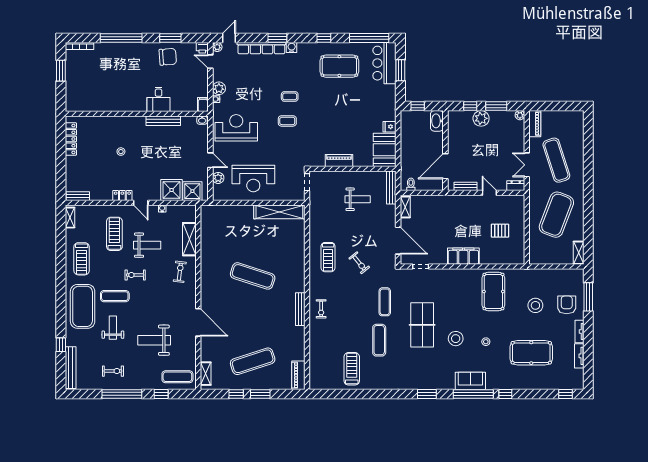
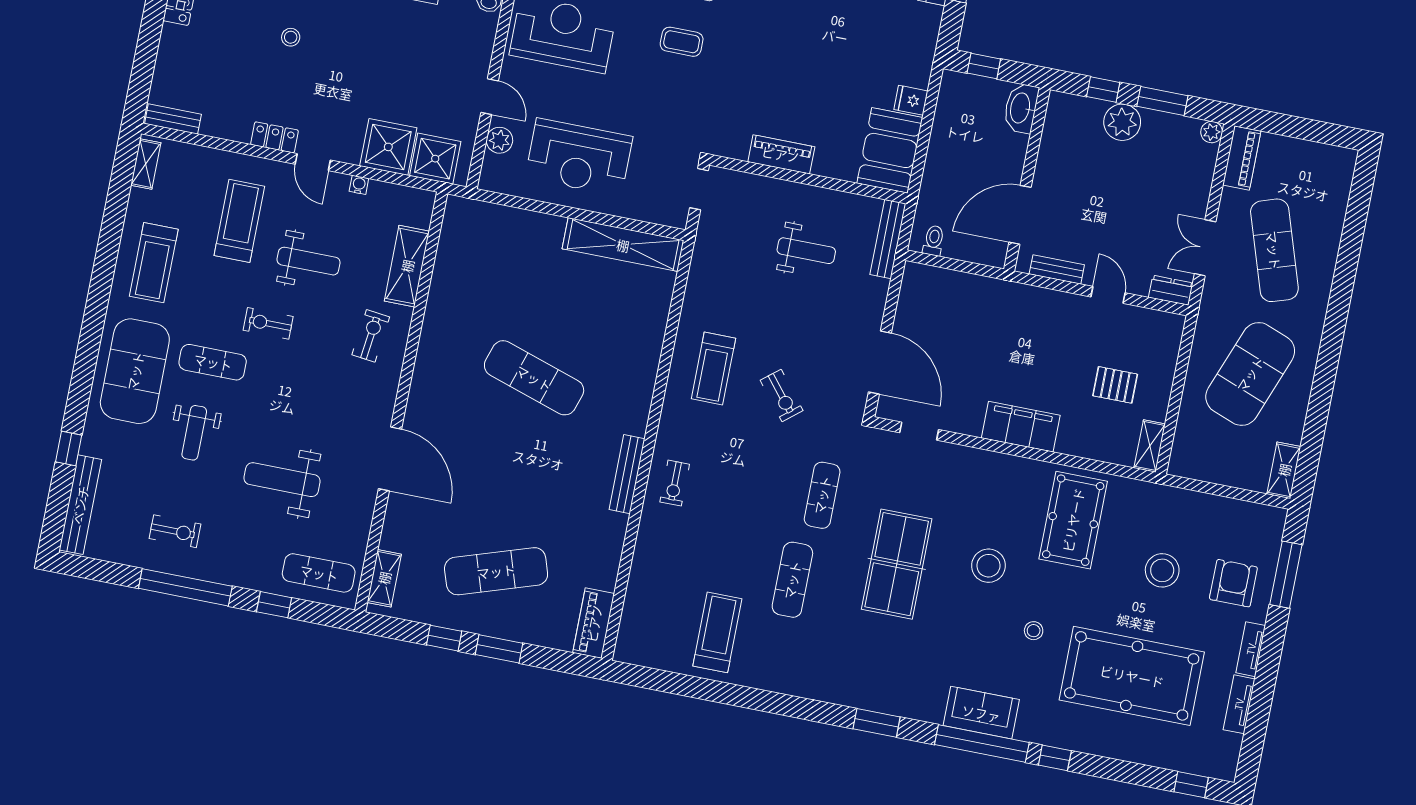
shelving: (405, 207) -> (1150, 446), moved
weight bench: (113, 328) -> (194, 433), turned 180
stool: (456, 339) -> (988, 566), moved
pool table: (531, 353) -> (1132, 676), width x1.36, depth x1.32

